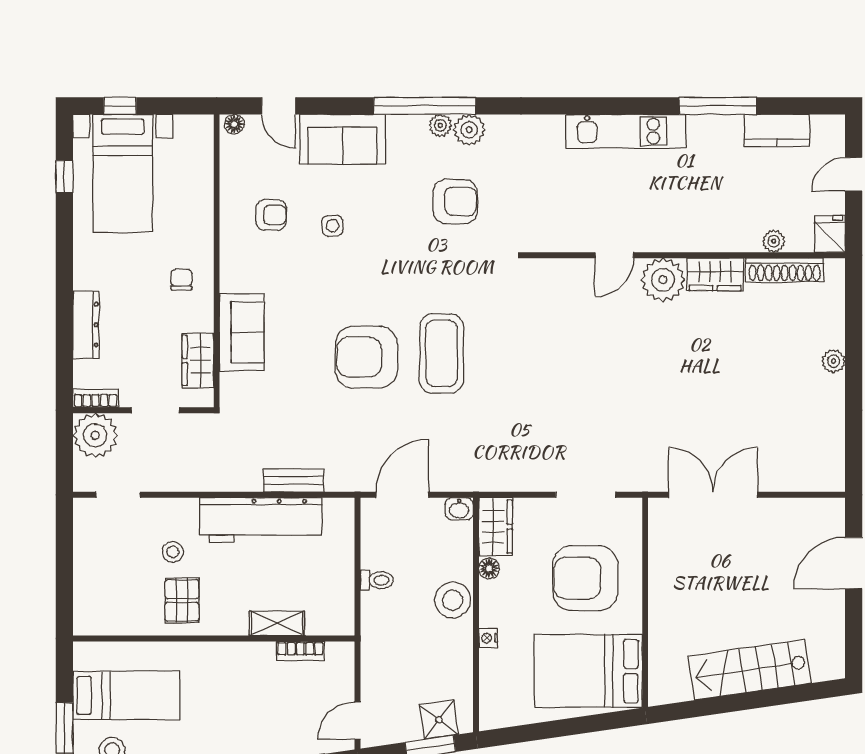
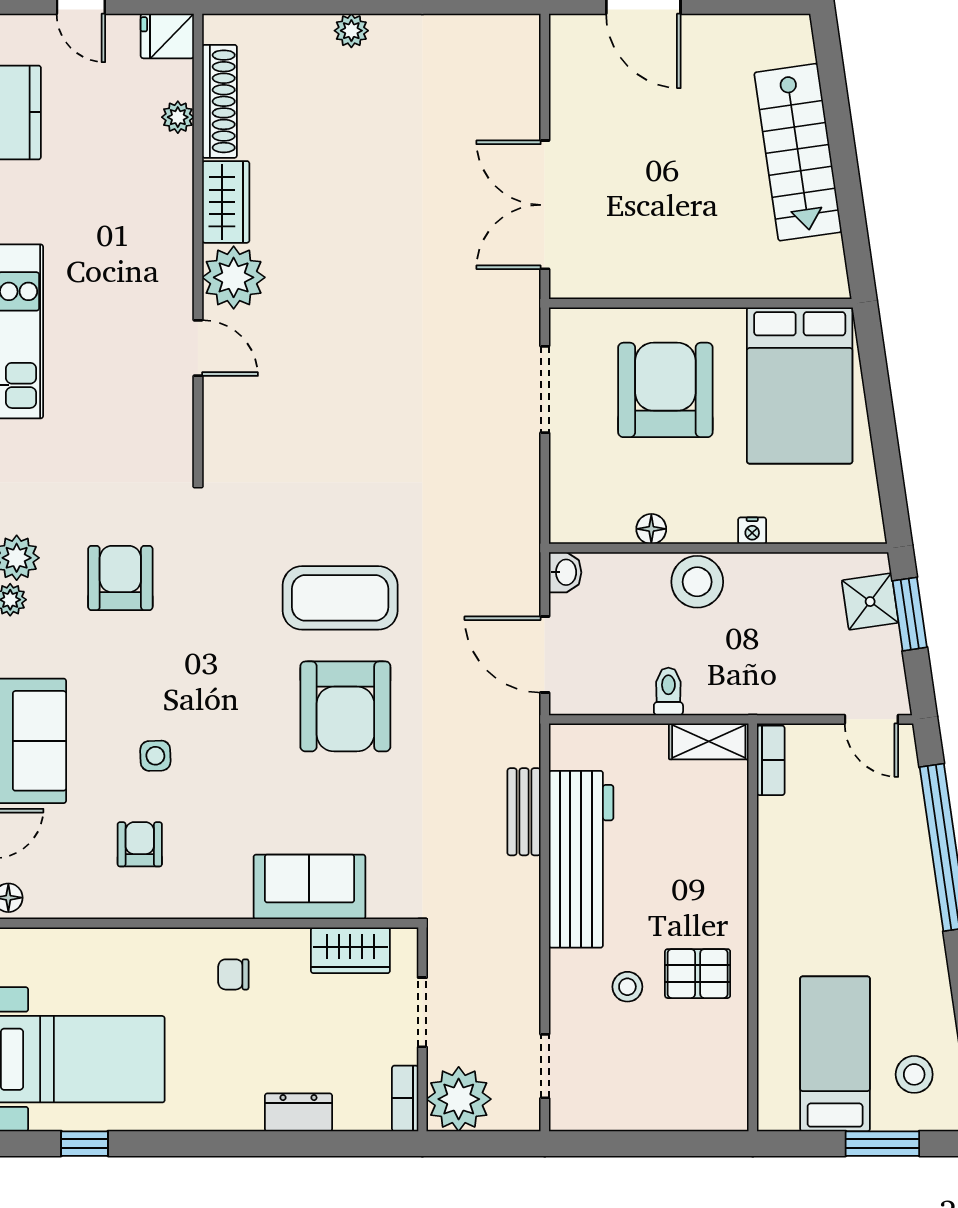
dresser: (86, 325) -> (298, 1112), width x0.70
wardrobe: (496, 527) -> (591, 520), removed
armchair: (585, 578) -> (665, 390), turned 180
shelving: (277, 623) -> (709, 741), moved, turned 90
bookcase: (300, 651) -> (771, 760), moved

